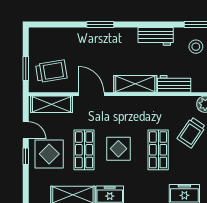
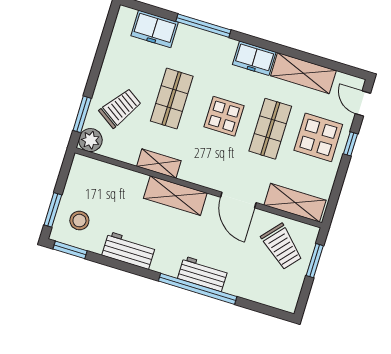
window: (100, 25) -> (198, 289), width x2.11
trolley: (51, 71) -> (282, 247), turned -130
workbench: (174, 84) -> (203, 274), moved, turned 180
shelving: (153, 102) -> (159, 164), added
door: (26, 130) -> (363, 104), moved

